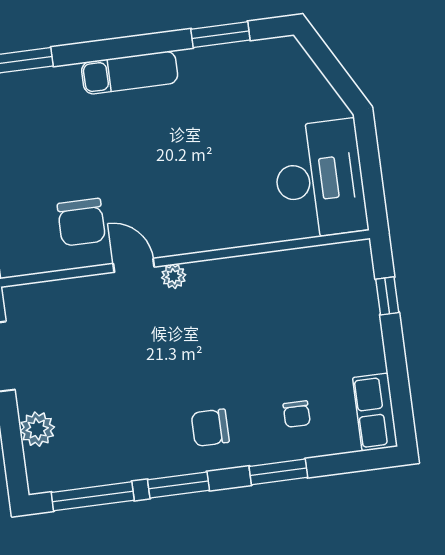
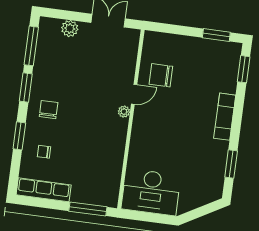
window: (387, 296) -> (88, 209), width x2.17
row of seats: (375, 412) -> (44, 190), width x1.48

